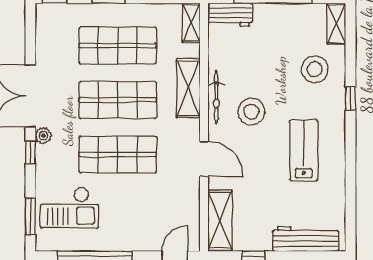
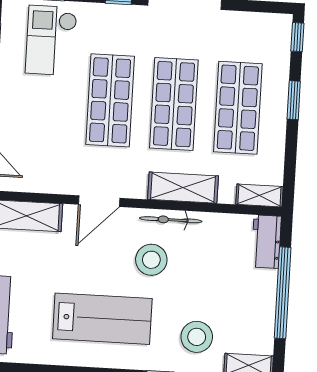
plant: (43, 136) -> (137, 15), removed
lab bench: (304, 150) -> (102, 319), width x1.36, depth x1.39

